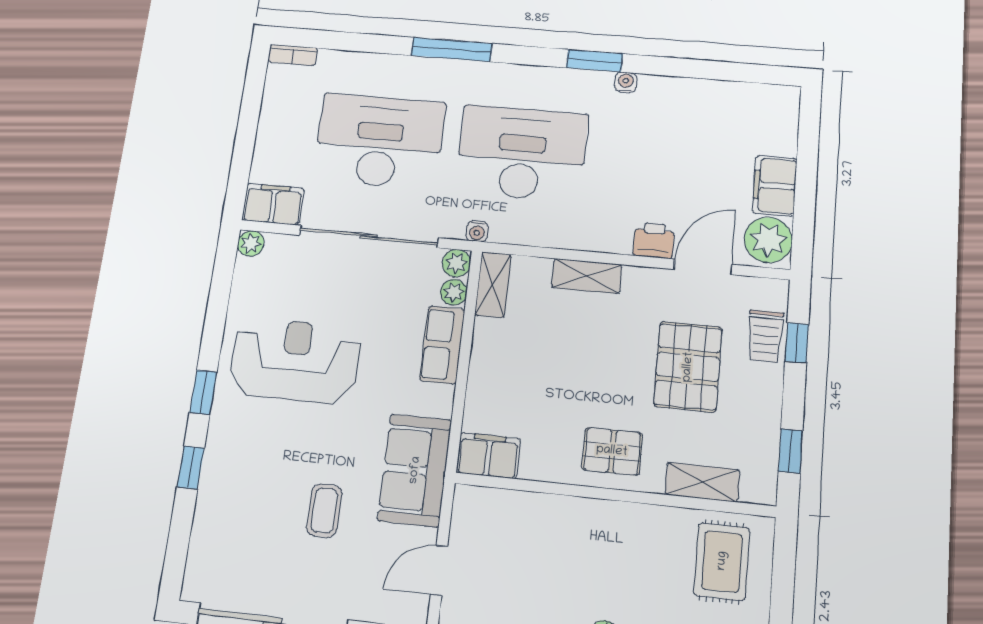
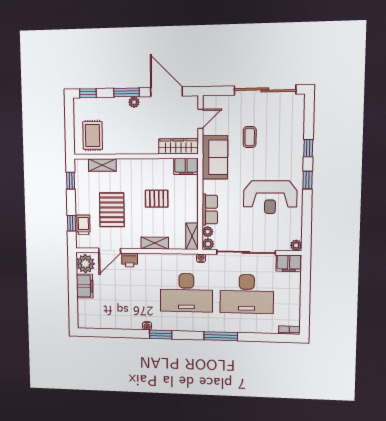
pallet: (612, 451) -> (157, 199), moved
wardrobe: (502, 508) -> (178, 146), added

